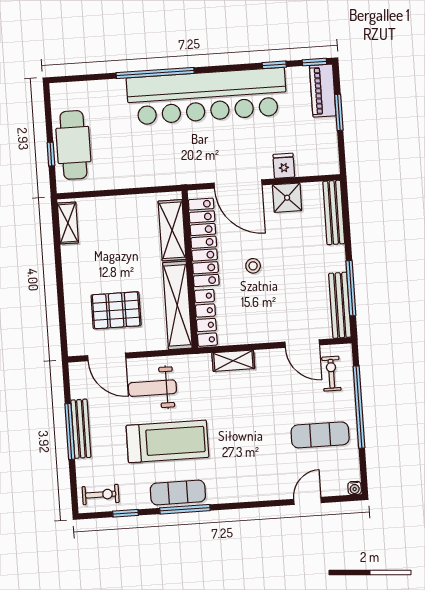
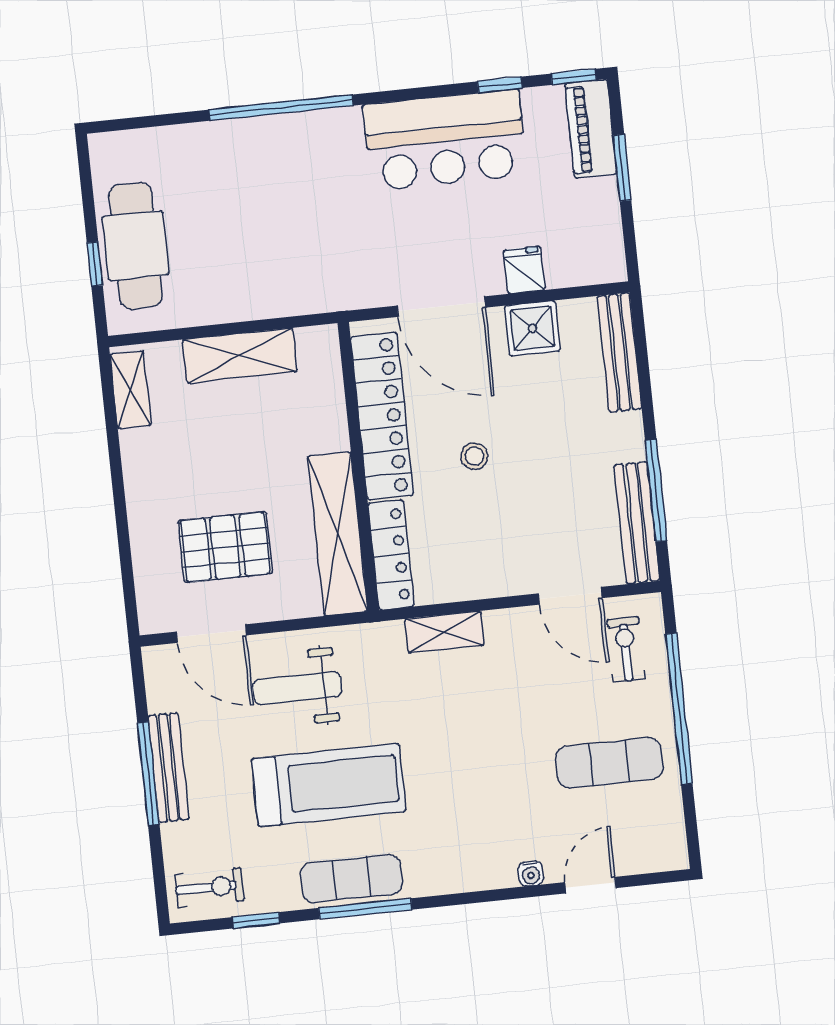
bar counter: (207, 96) -> (445, 140), width x0.54
shelving: (172, 230) -> (240, 356), moved, turned 90
water cooler: (355, 488) -> (531, 874), moved

